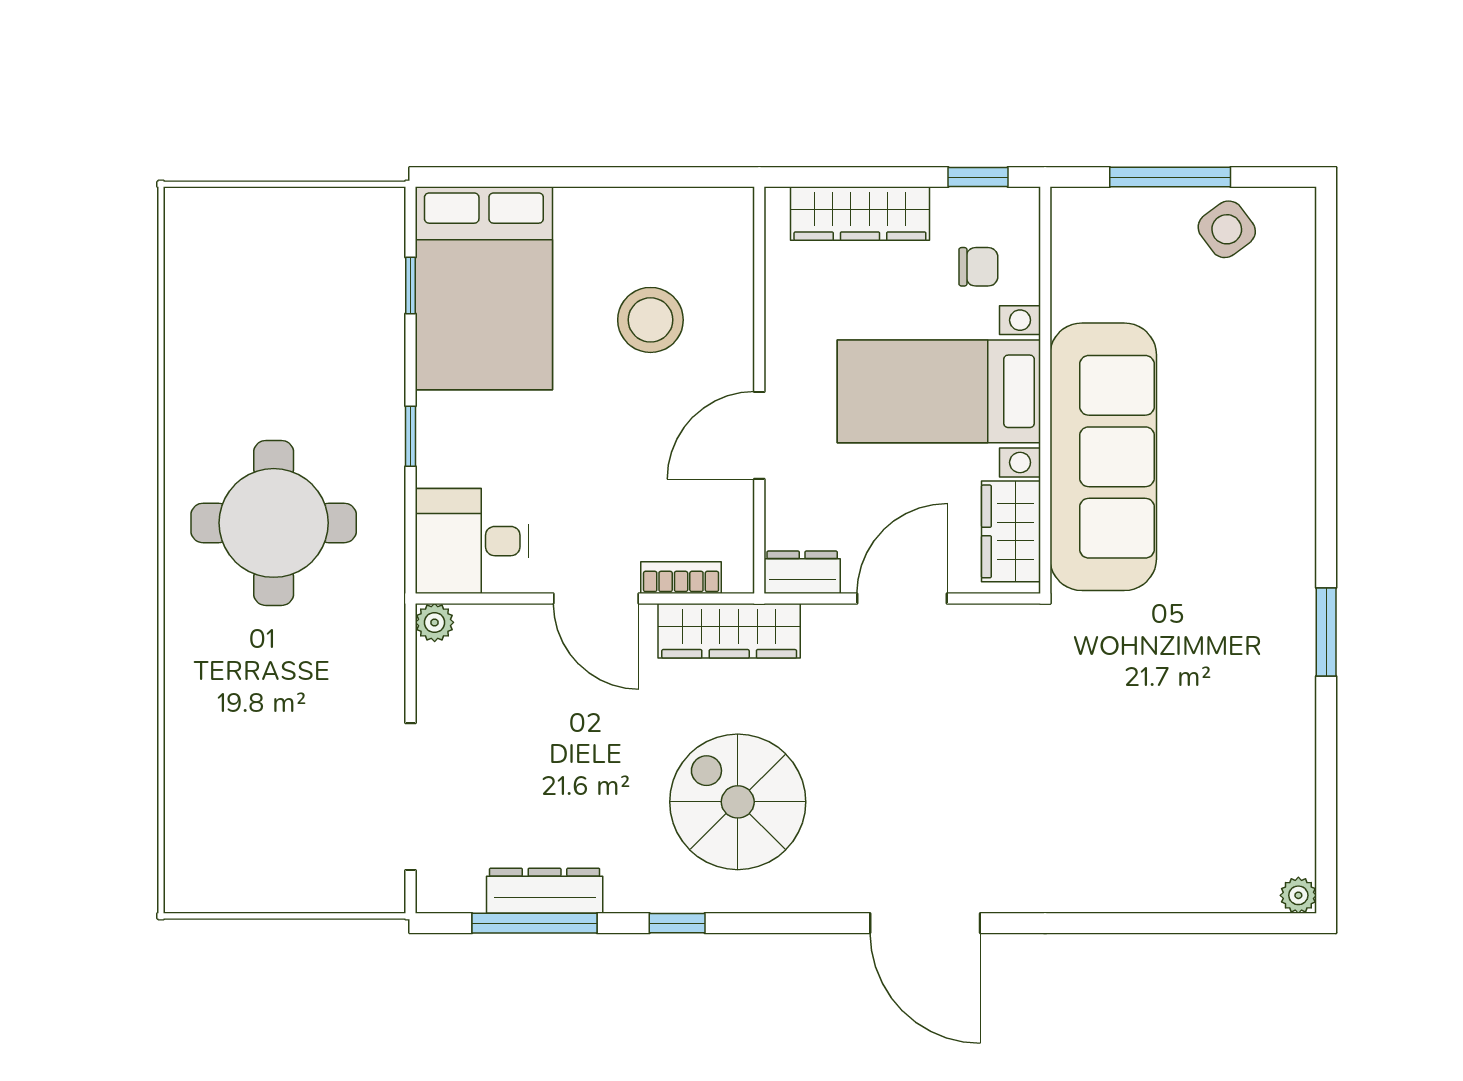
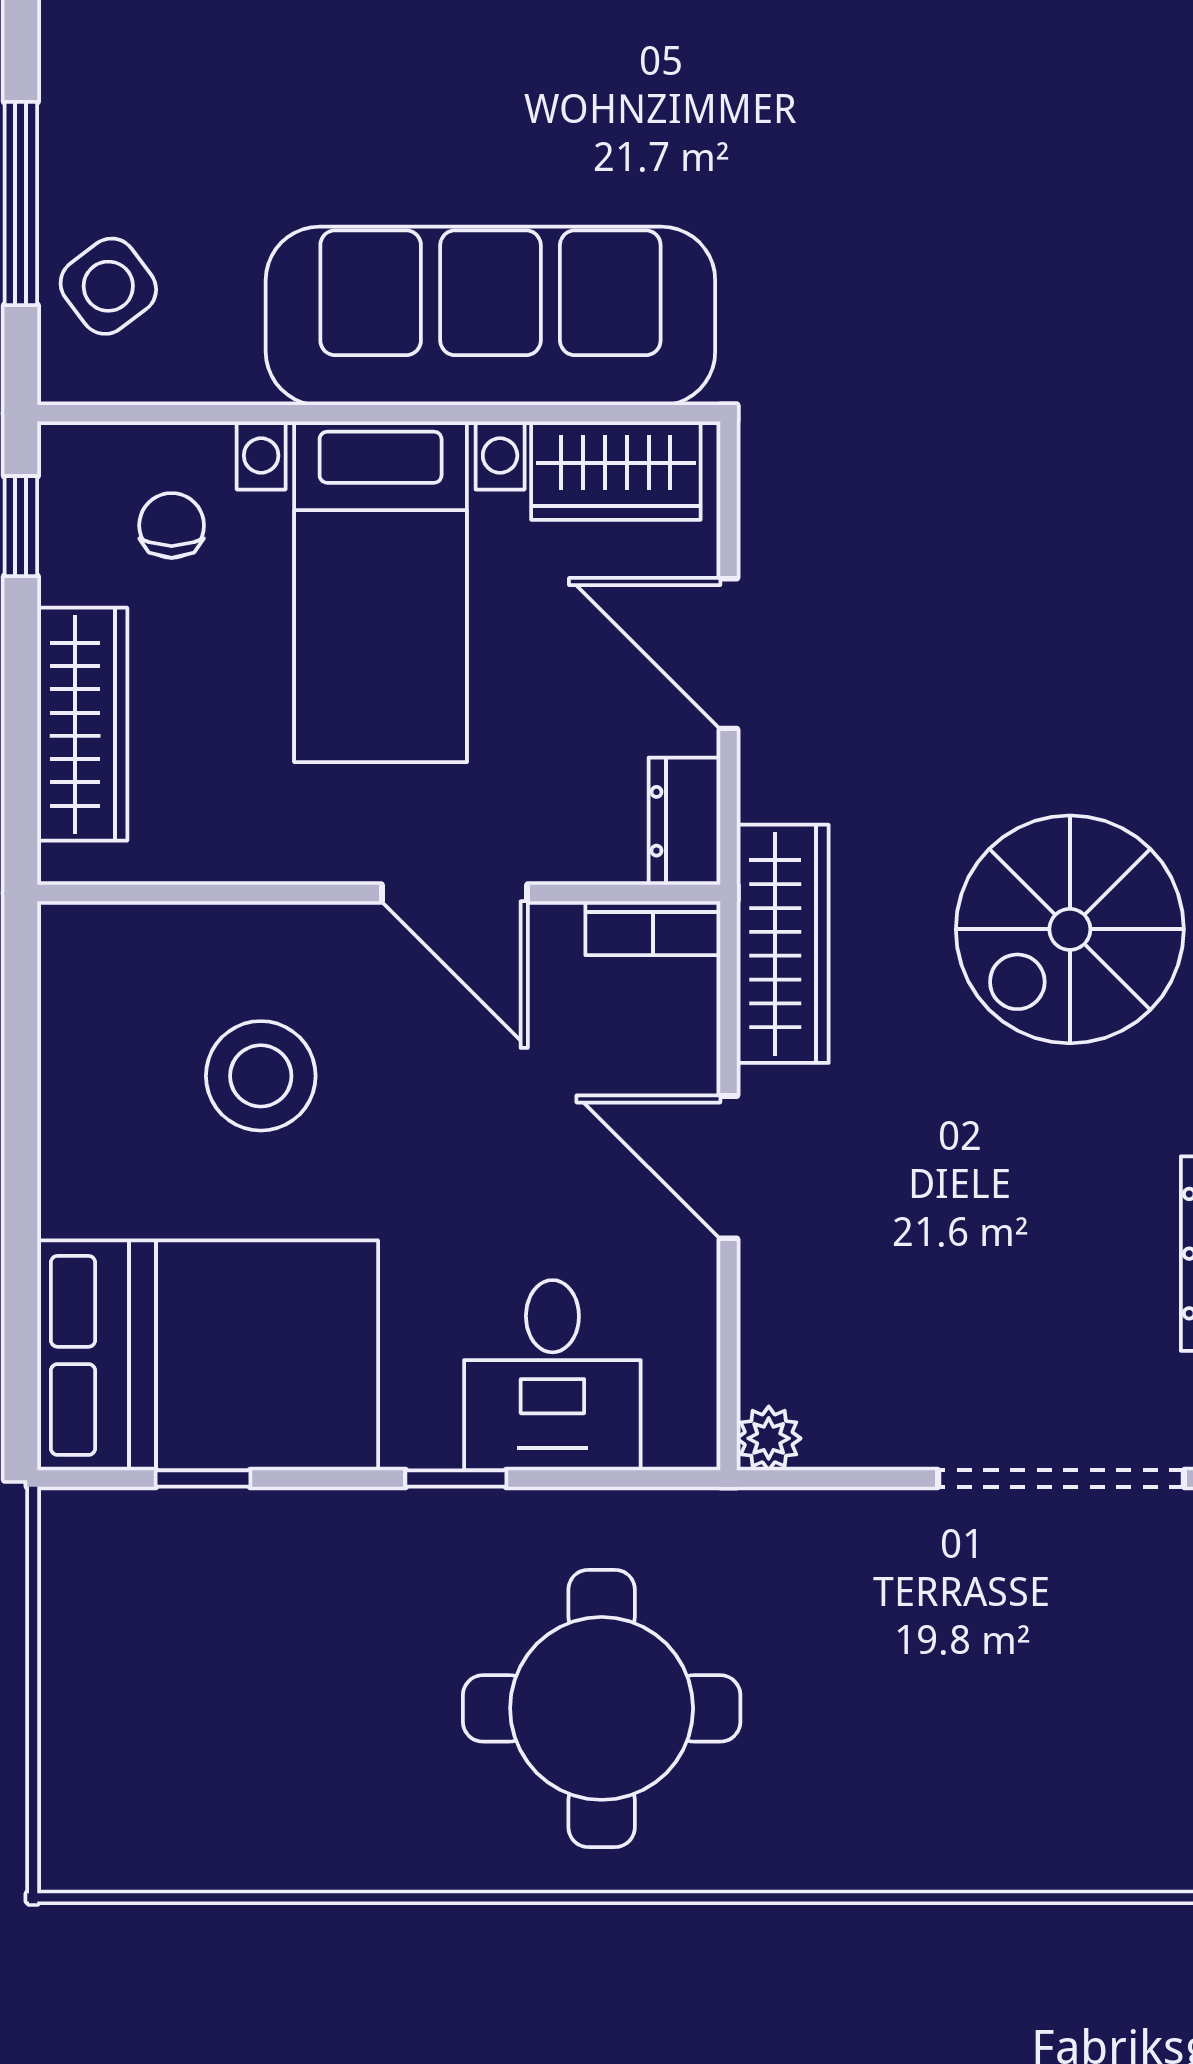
side table: (1227, 229) -> (108, 286), moved
desk: (472, 541) -> (552, 1375), moved
bookcase: (681, 578) -> (653, 928), moved, turned -90
door: (596, 599) -> (728, 1167), swing flipped

